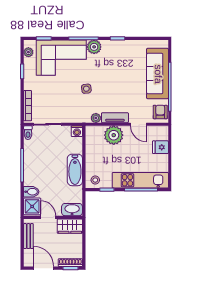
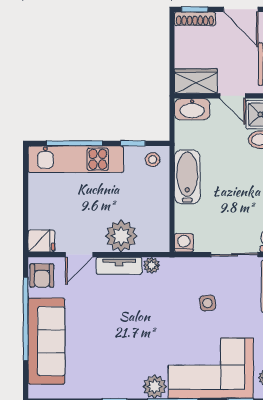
side table: (86, 89) -> (208, 303), moved
door: (138, 124) -> (79, 255), swing flipped
fridge: (161, 147) -> (41, 241), moved

